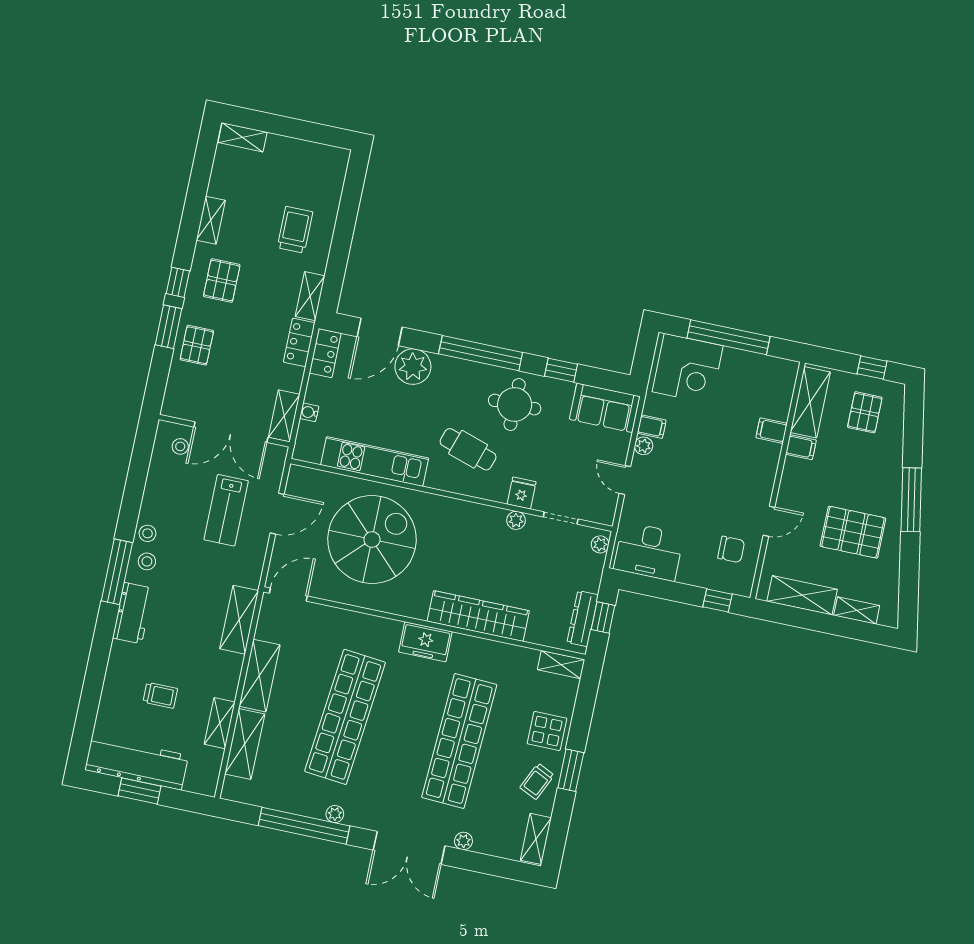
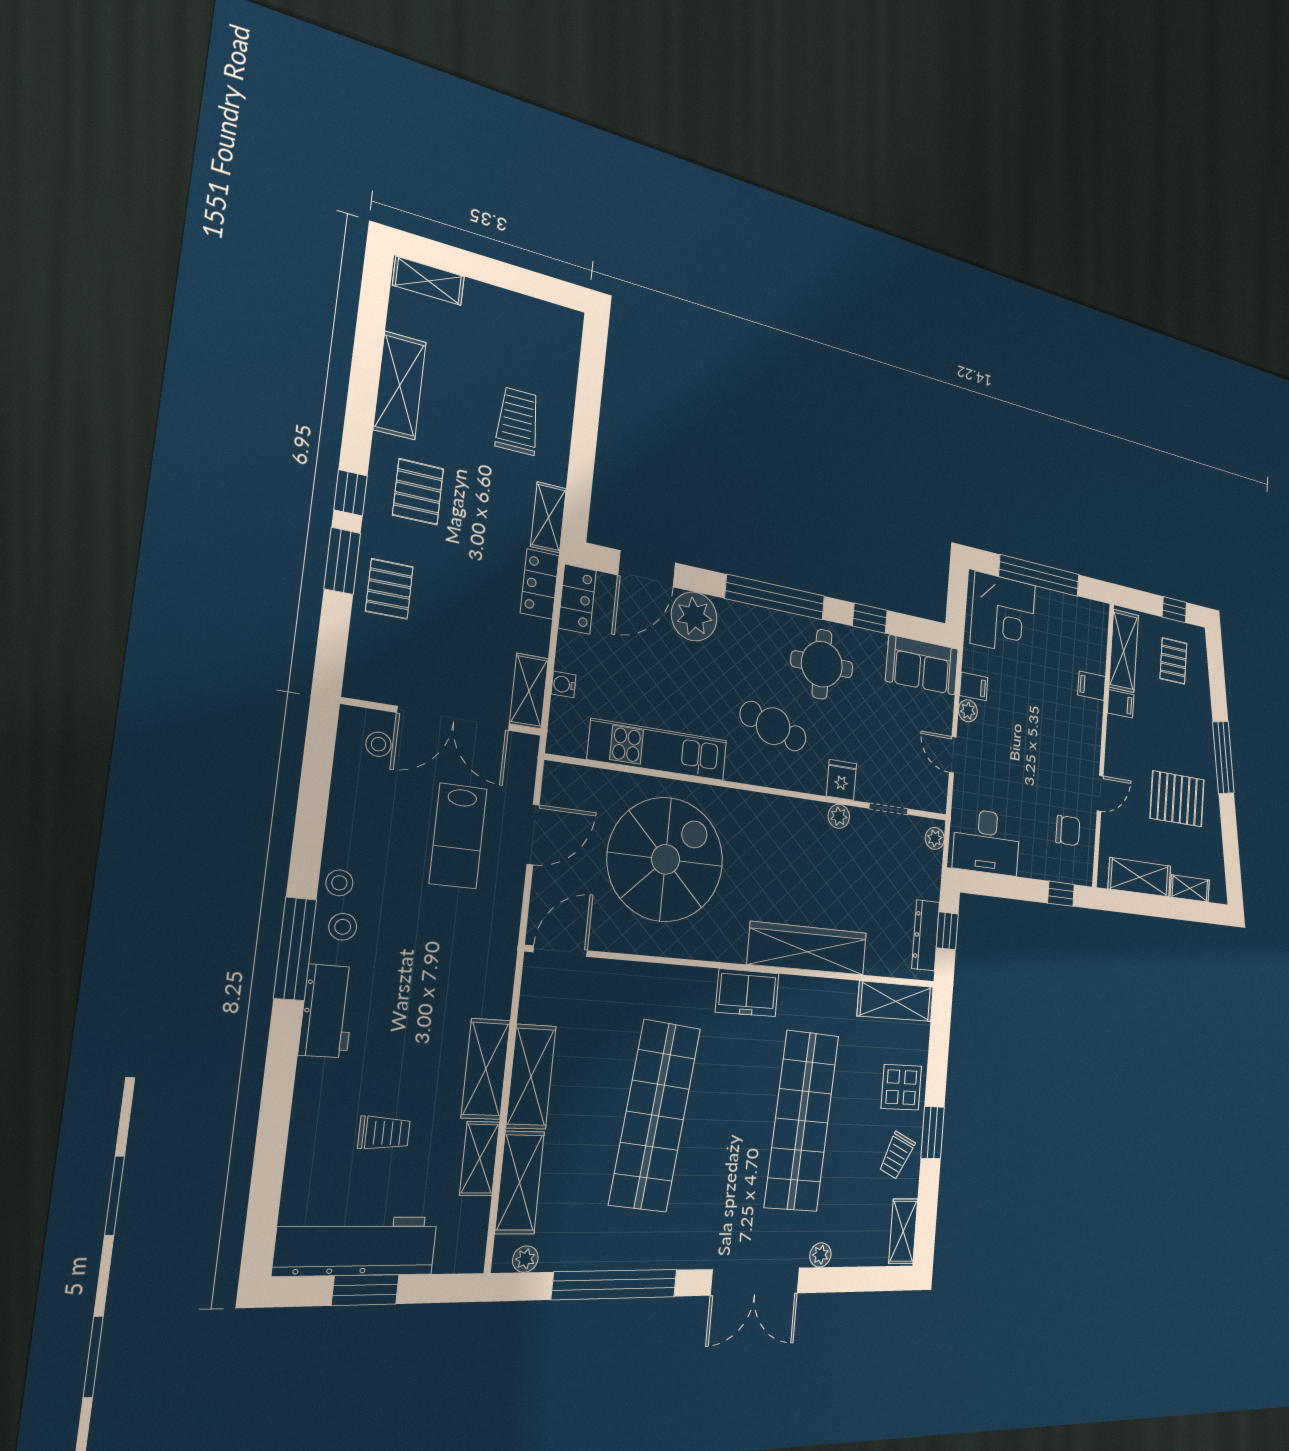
shelving: (211, 220) -> (400, 386), width x1.50, depth x1.33
shelving: (239, 620) -> (486, 1069), moved
shelving: (561, 665) -> (896, 1001), width x1.50, depth x1.33
plant: (335, 814) -> (525, 1259), moved

